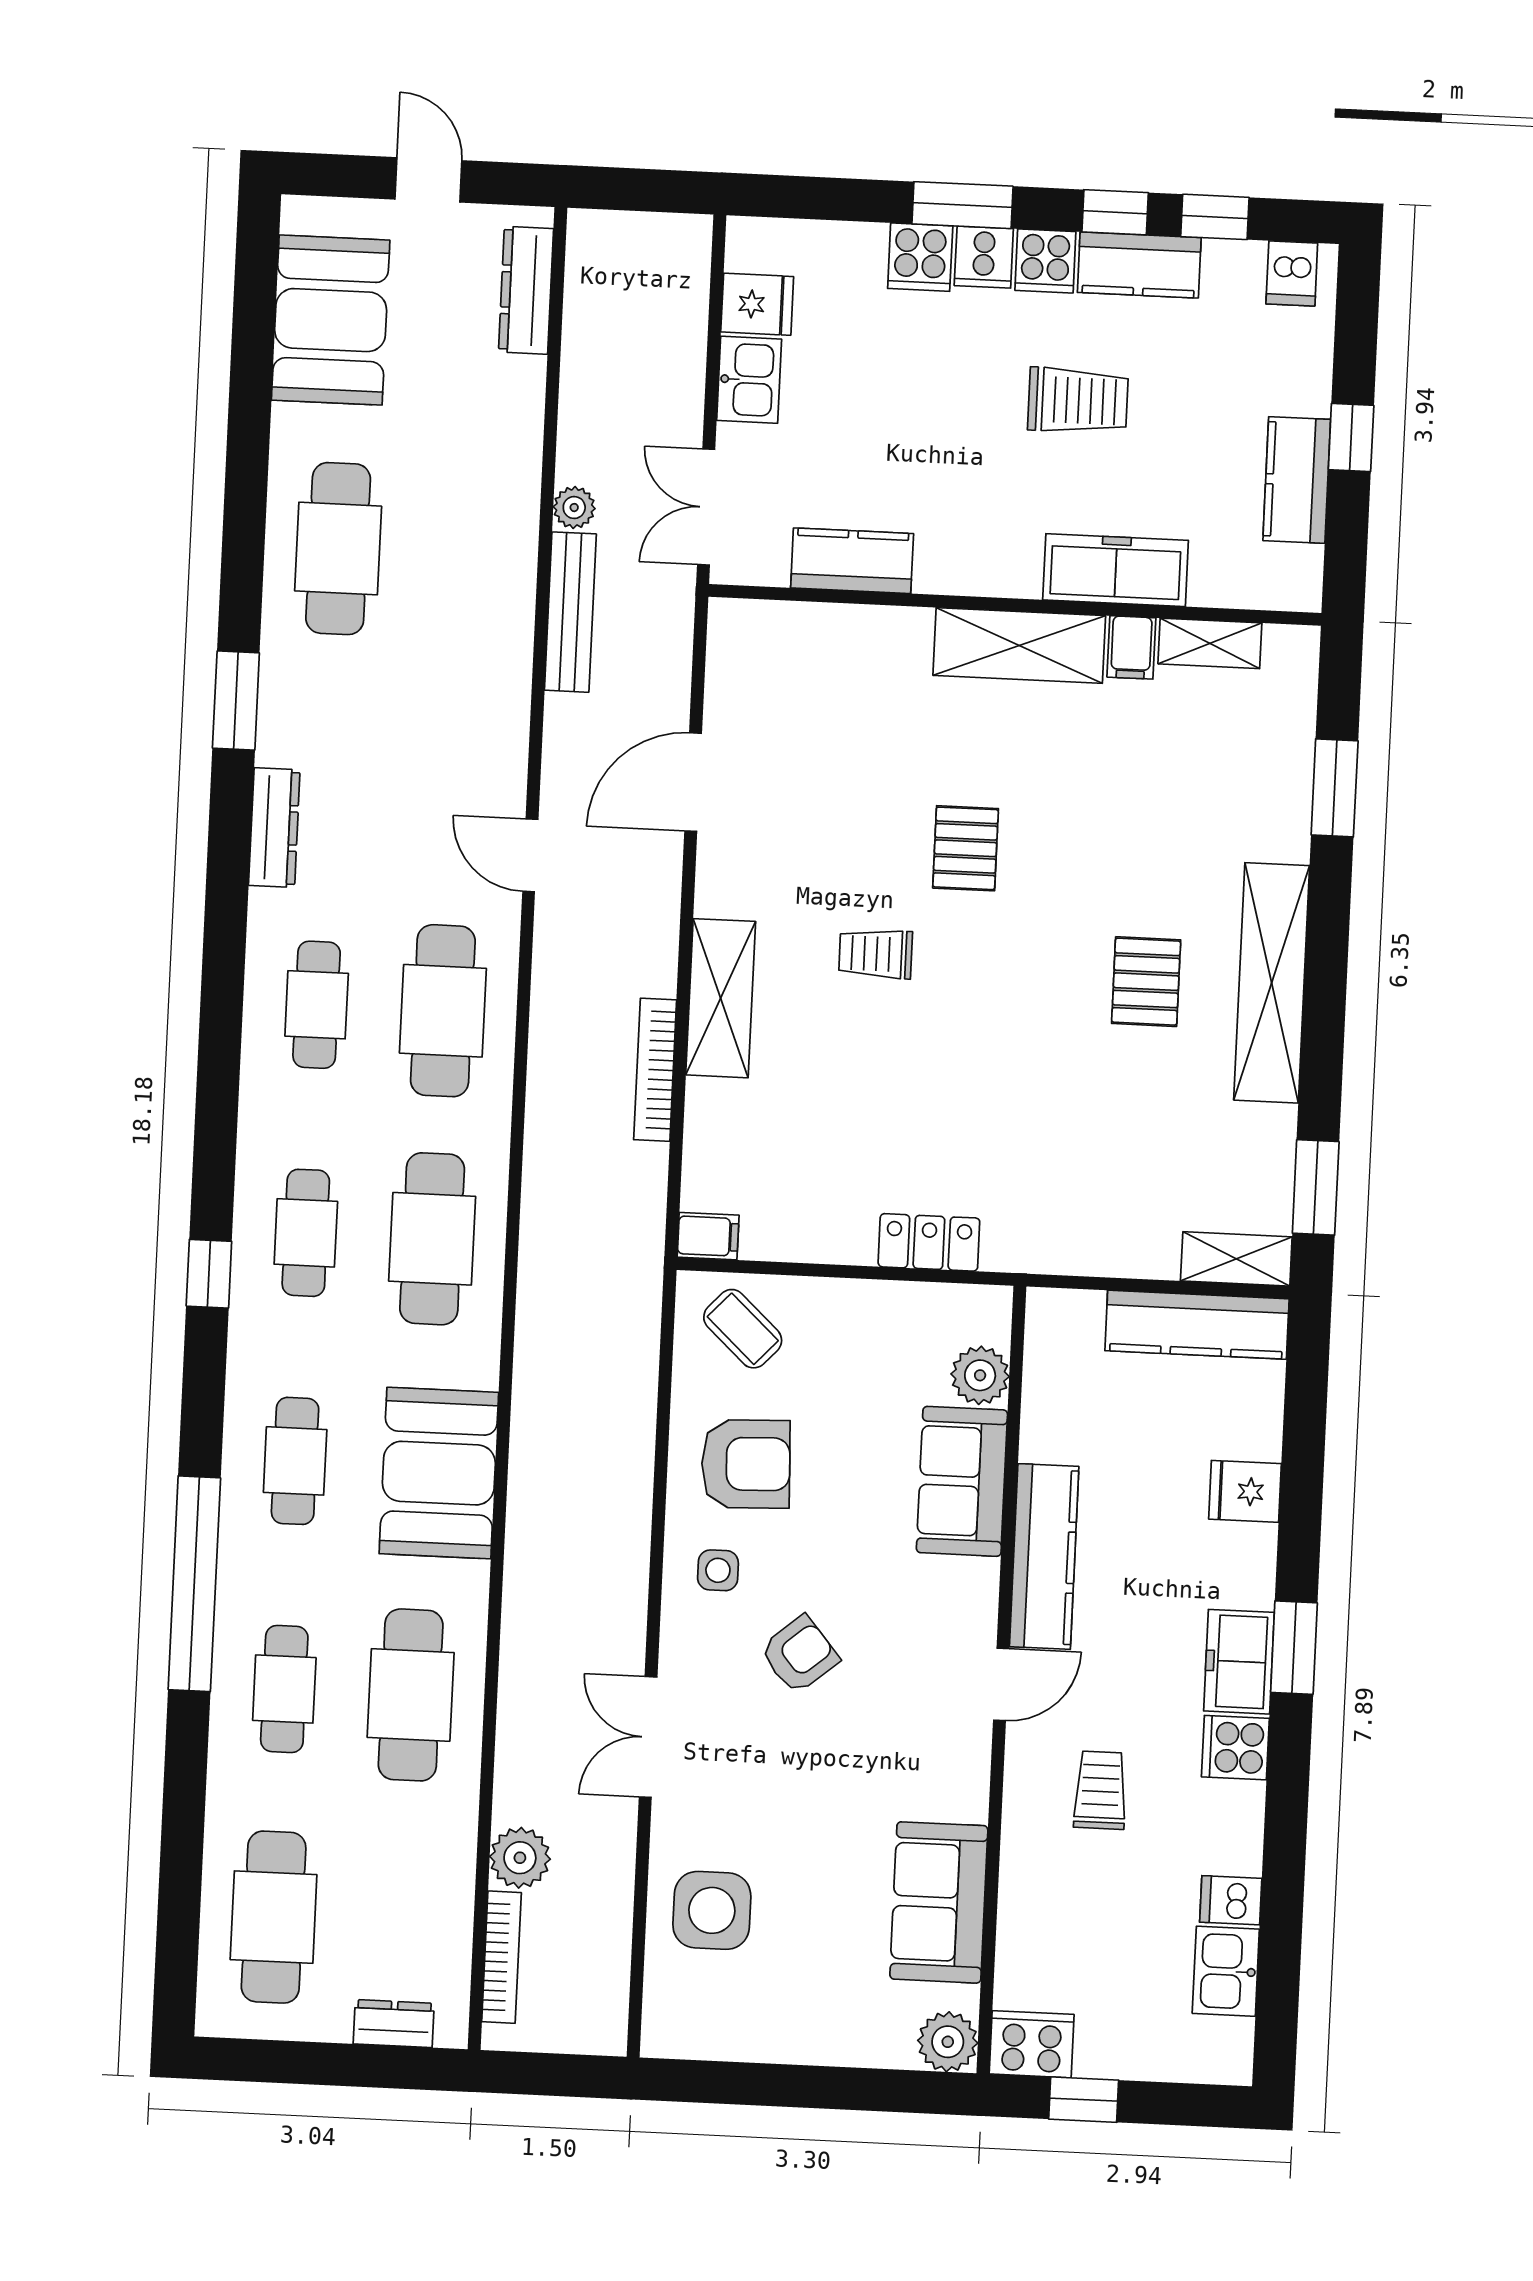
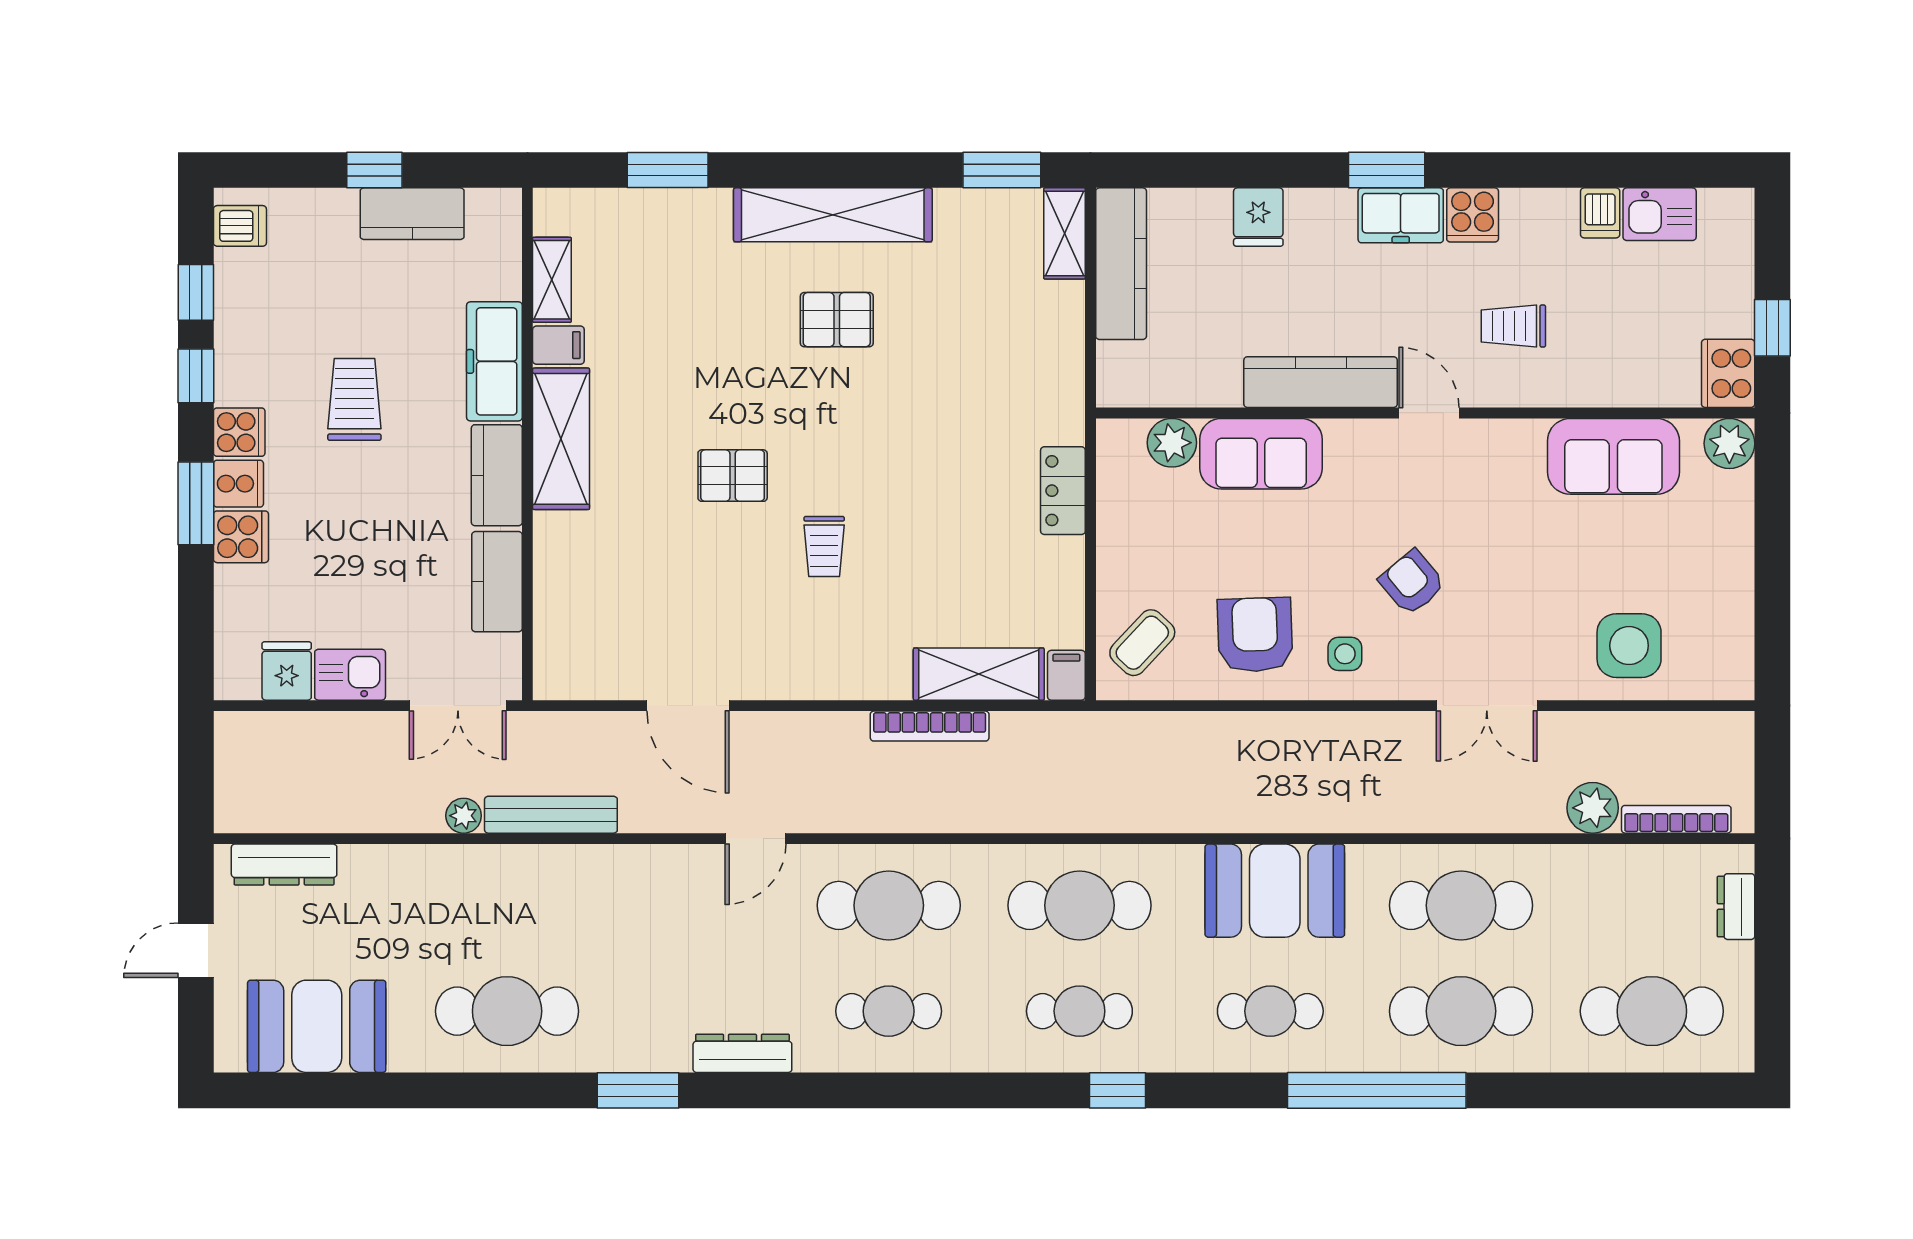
kitchen counter: (1139, 265) -> (497, 475), moved, turned 180
shelving: (721, 998) -> (979, 674), moved
cafe table: (284, 1689) -> (1461, 1011), width x1.37, depth x1.35

